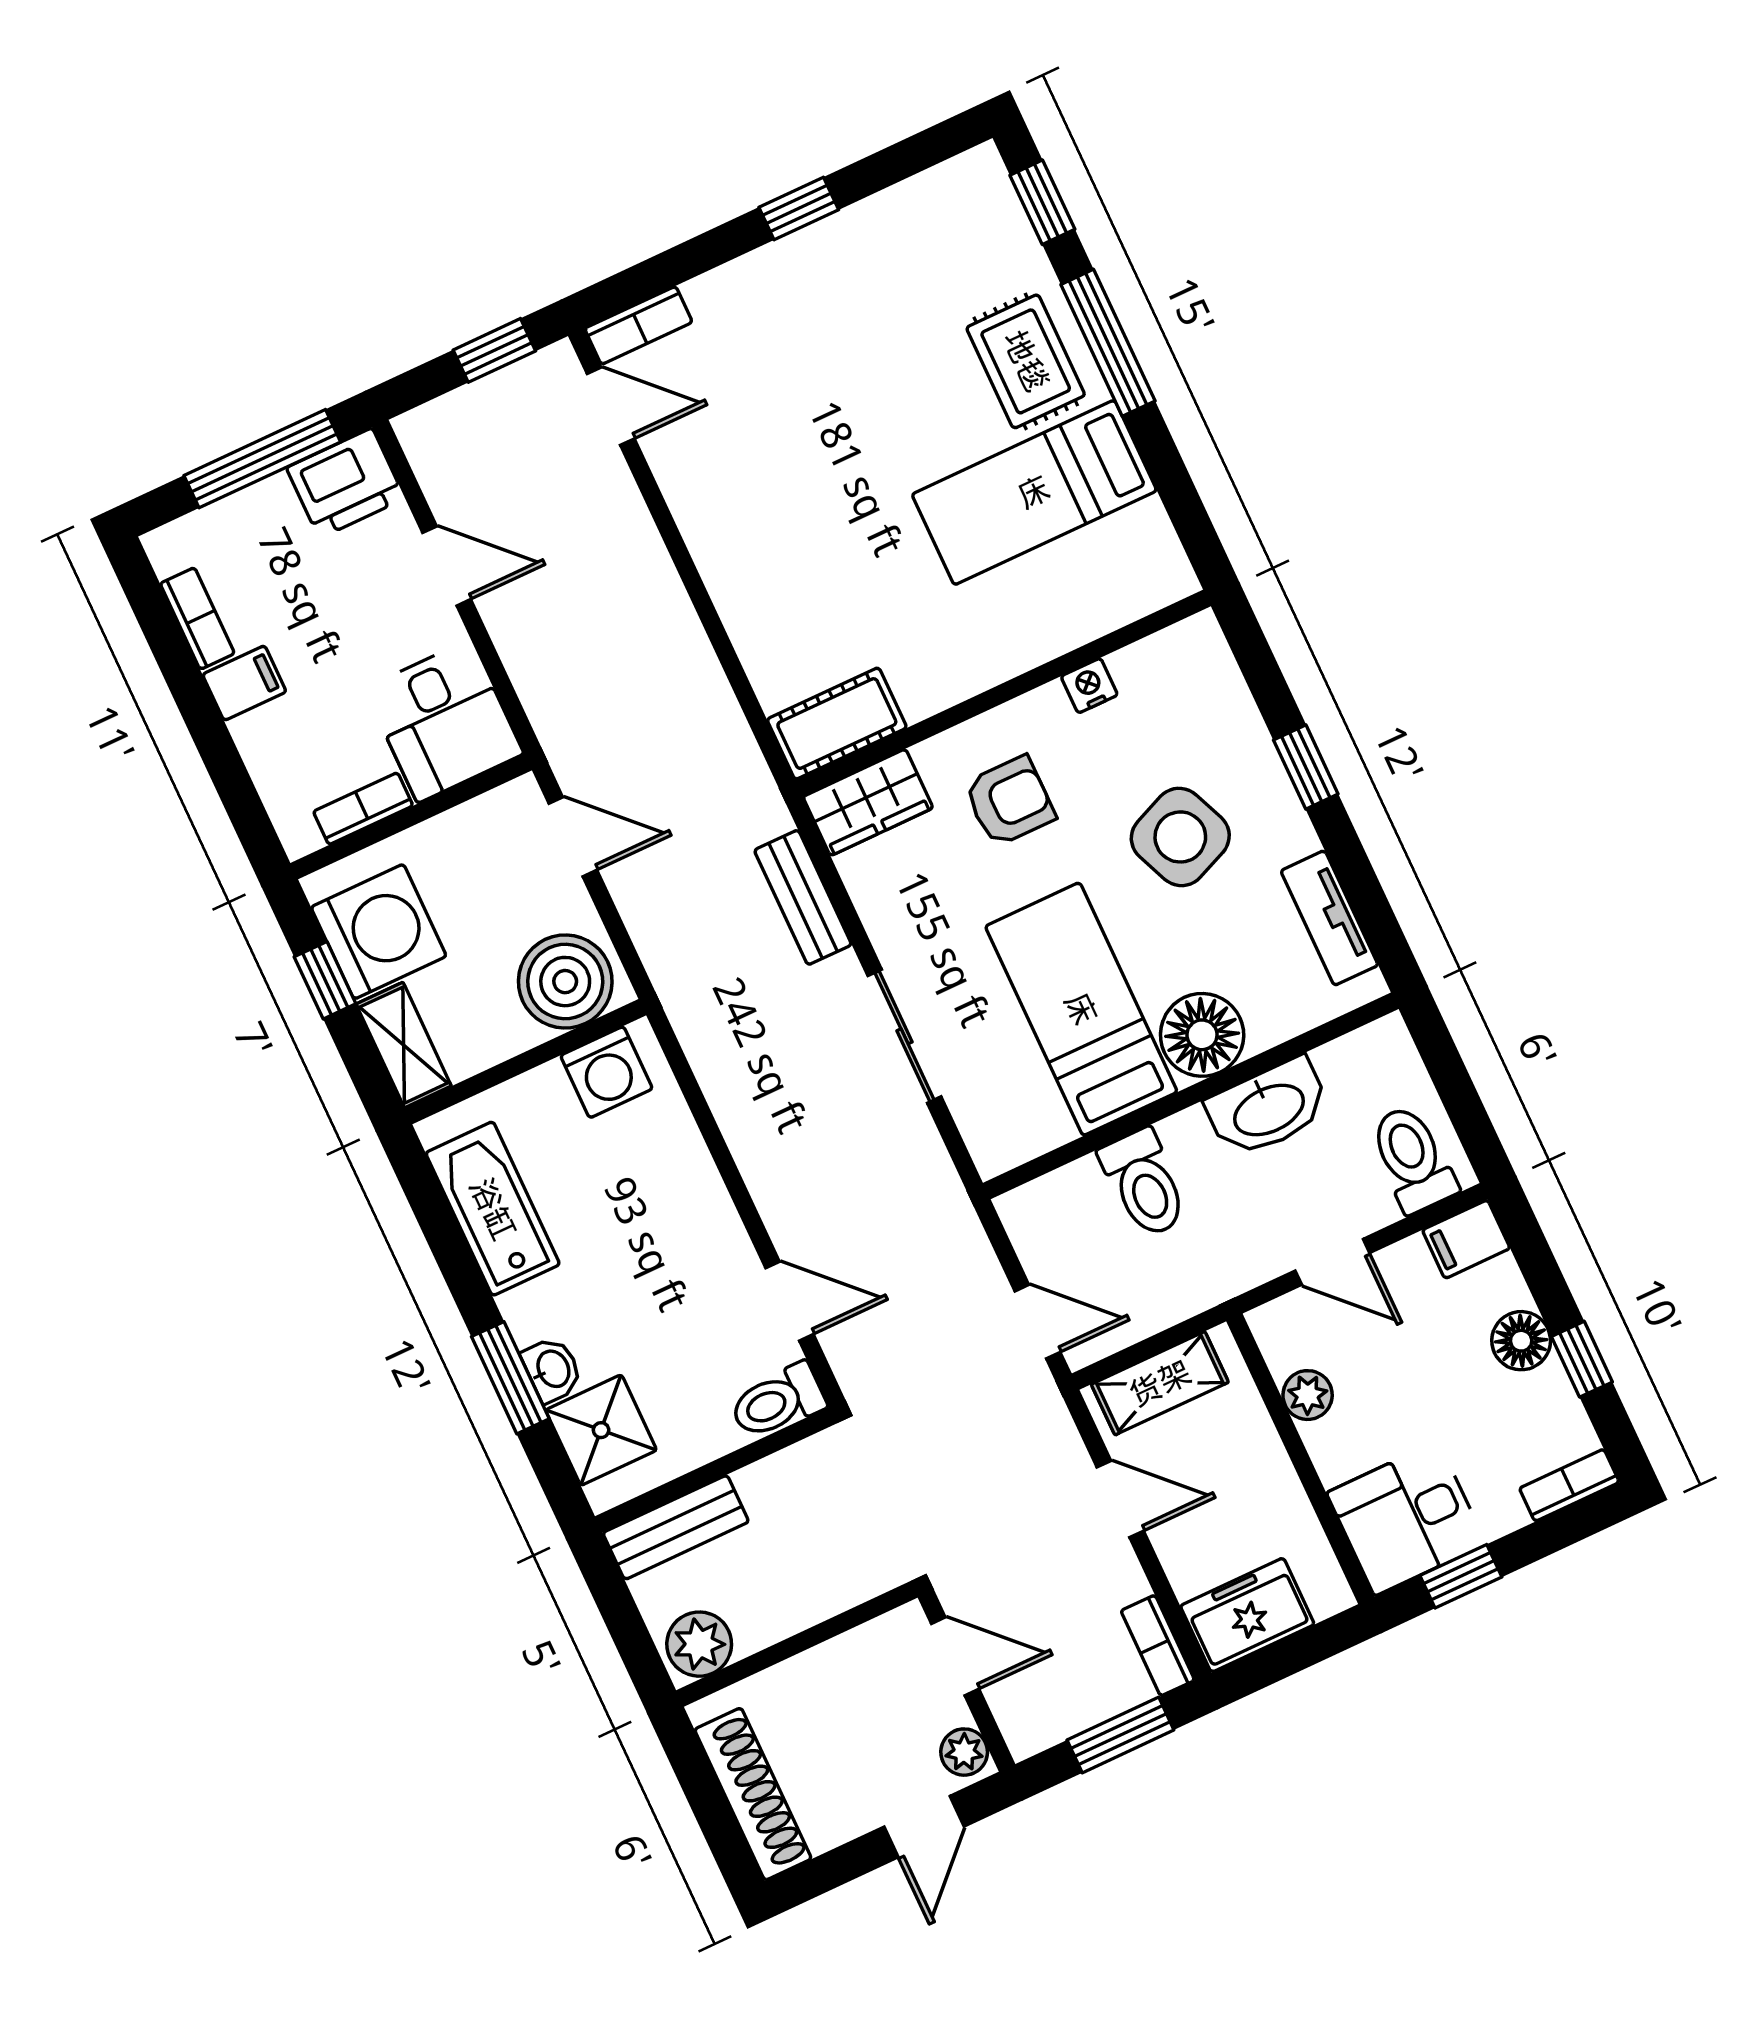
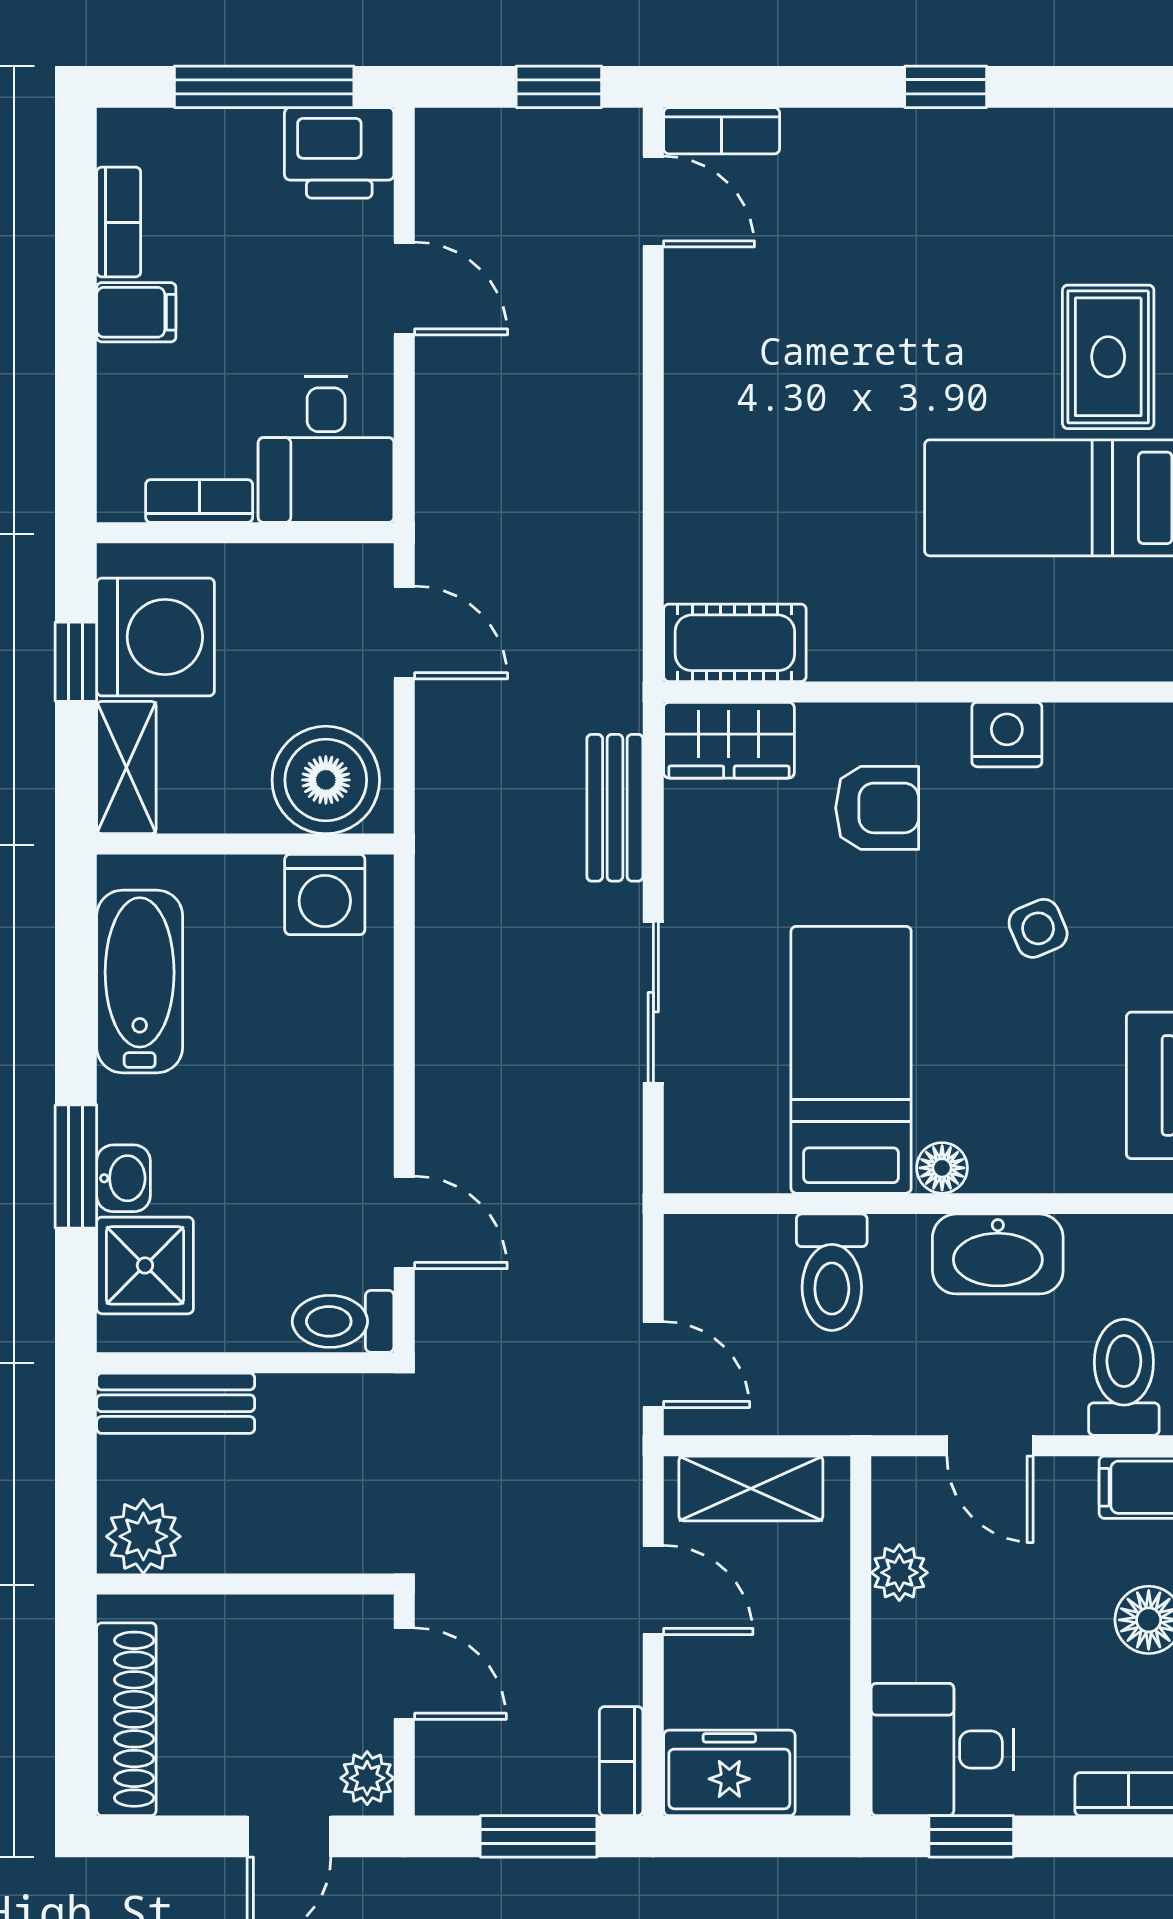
nightstand: (1089, 686) -> (1007, 735), width x1.39, depth x1.35
side table: (1180, 837) -> (1038, 928), width x0.54, depth x0.54
floor lamp: (1202, 1035) -> (942, 1168), width x0.53, depth x0.53

